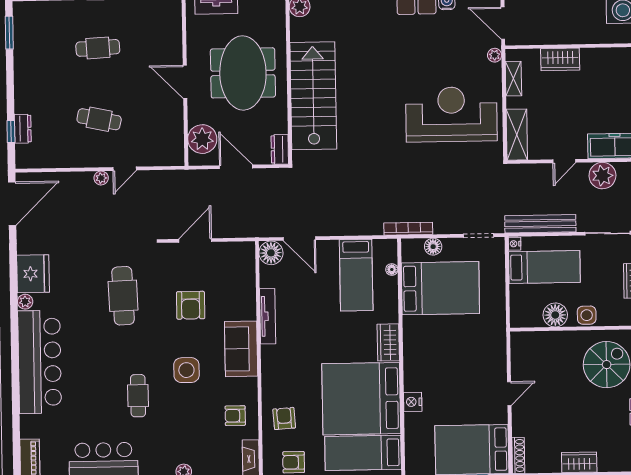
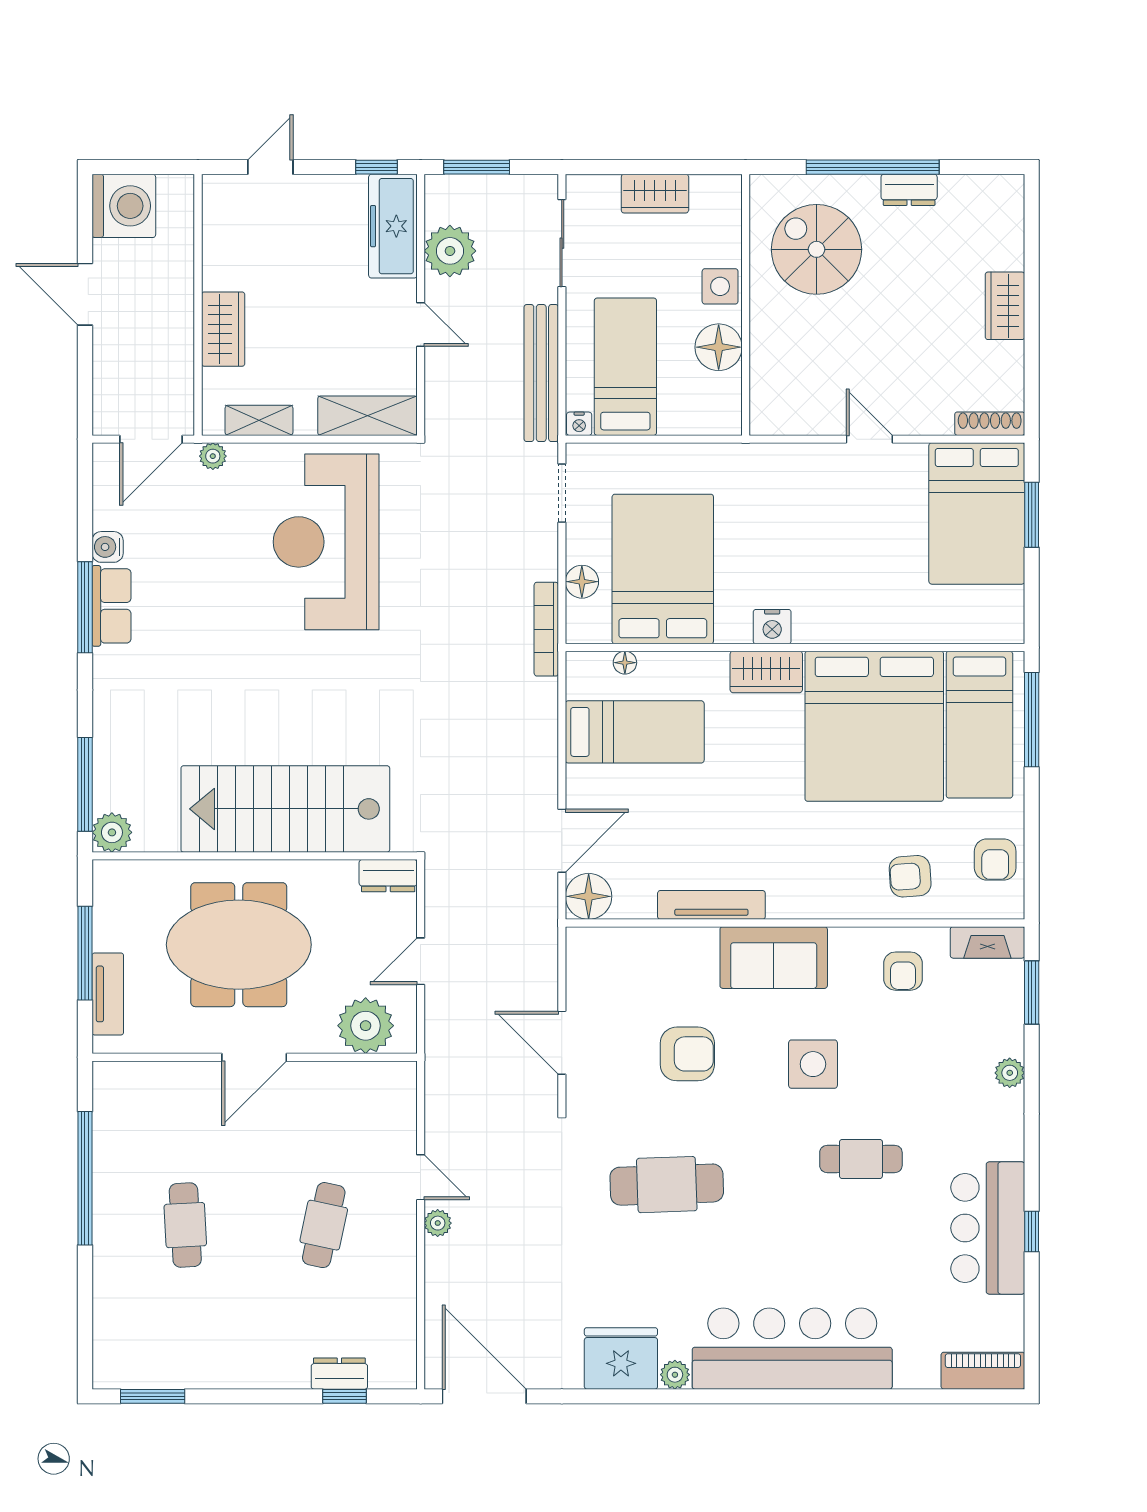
door: (236, 167) -> (421, 961), width x0.73
nightstand: (413, 402) -> (772, 627), moved

